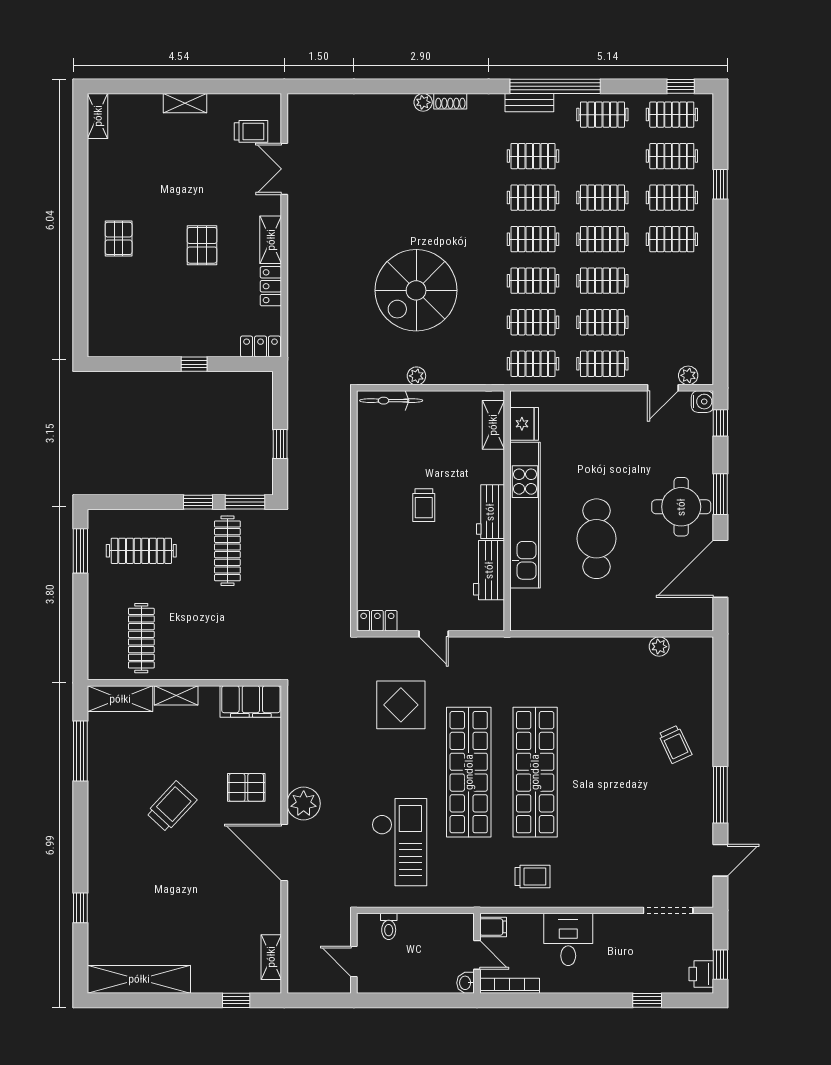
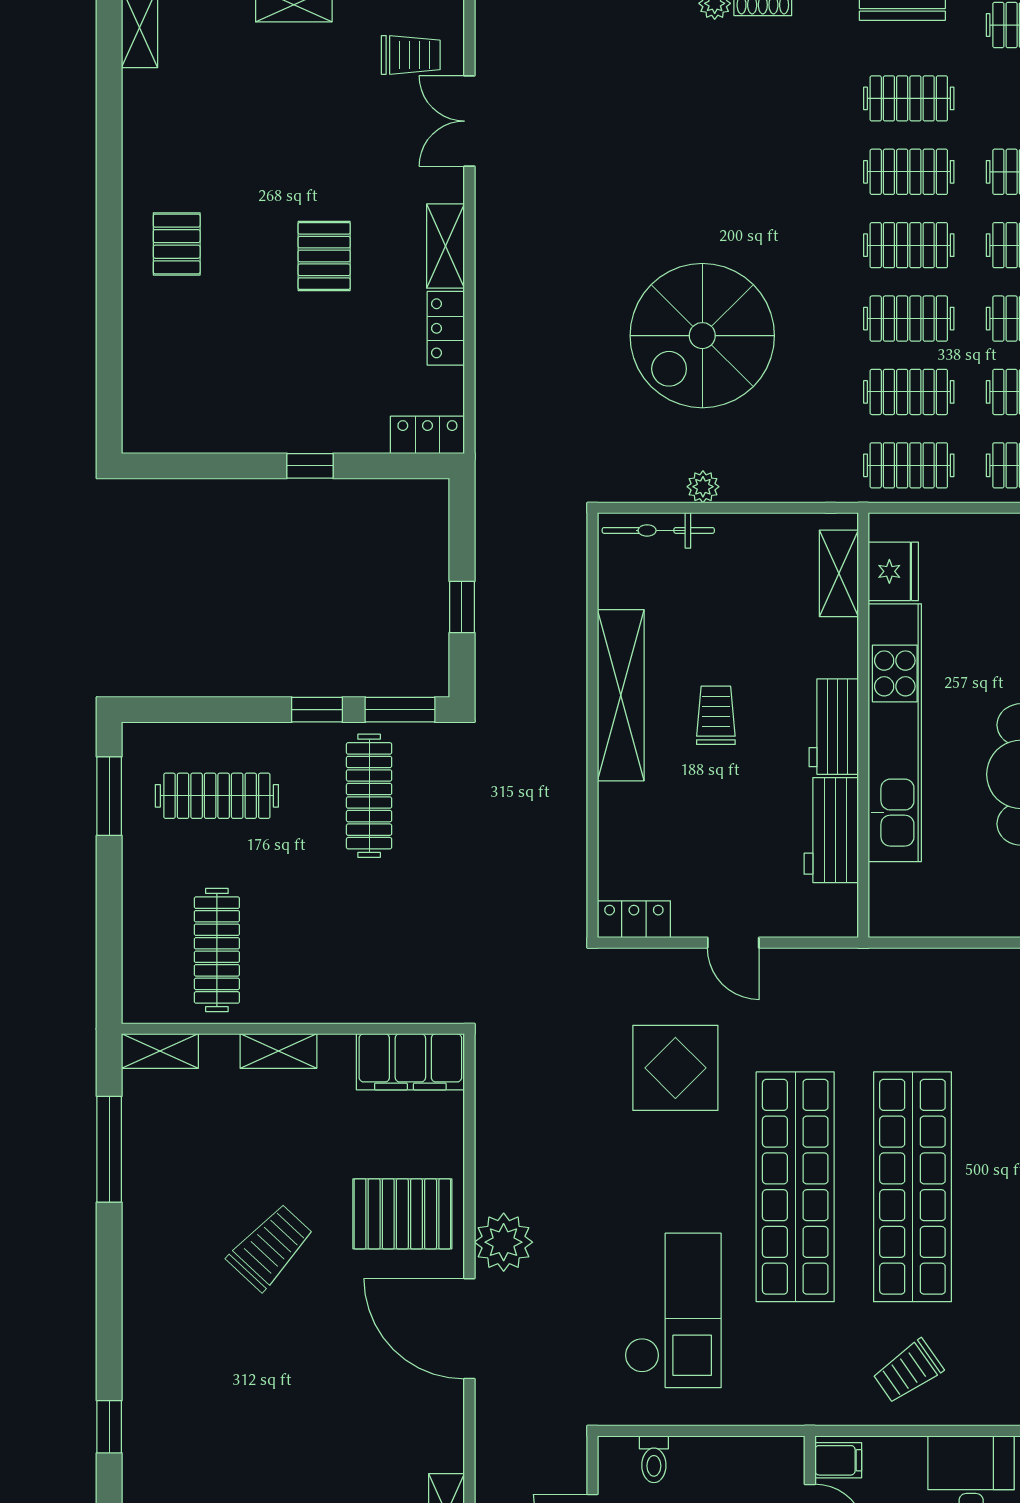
shelving: (370, 494) -> (621, 695), added
trolley: (424, 505) -> (716, 715), turned 180
shelving: (120, 699) -> (160, 1051), width x0.67, depth x0.75
pallet: (246, 787) -> (402, 1214), width x1.50, depth x1.42
trolley: (532, 877) -> (908, 1371), turned 145

